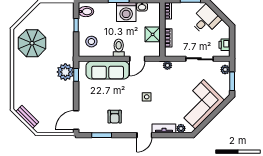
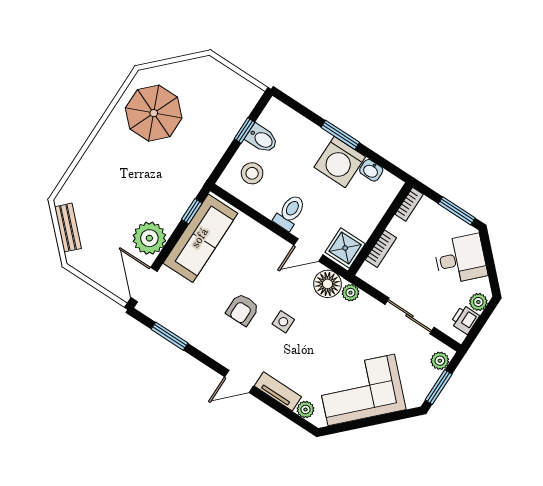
bidet: (86, 12) -> (262, 139), moved
plant: (225, 33) -> (478, 302), added
shower: (153, 34) -> (345, 248), moved
floor lamp: (155, 68) -> (328, 284), added
sofa: (108, 70) -> (200, 238), moved, turned -90
plant: (65, 72) -> (149, 238), moved
armchair: (115, 117) -> (243, 310), moved
door: (76, 120) -> (144, 285), hinge flipped

